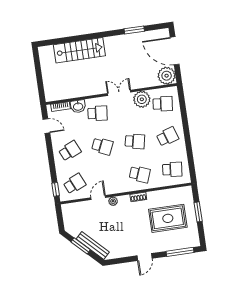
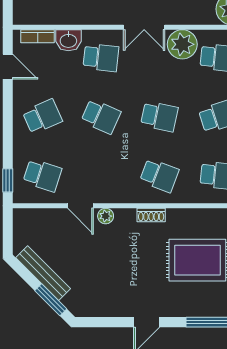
double door: (119, 93) -> (144, 27), swing flipped
school desk: (75, 184) -> (42, 175), turned 42
door: (98, 198) -> (80, 206), swing flipped
window: (81, 246) -> (51, 300), moved
bench: (93, 246) -> (43, 273), moved

